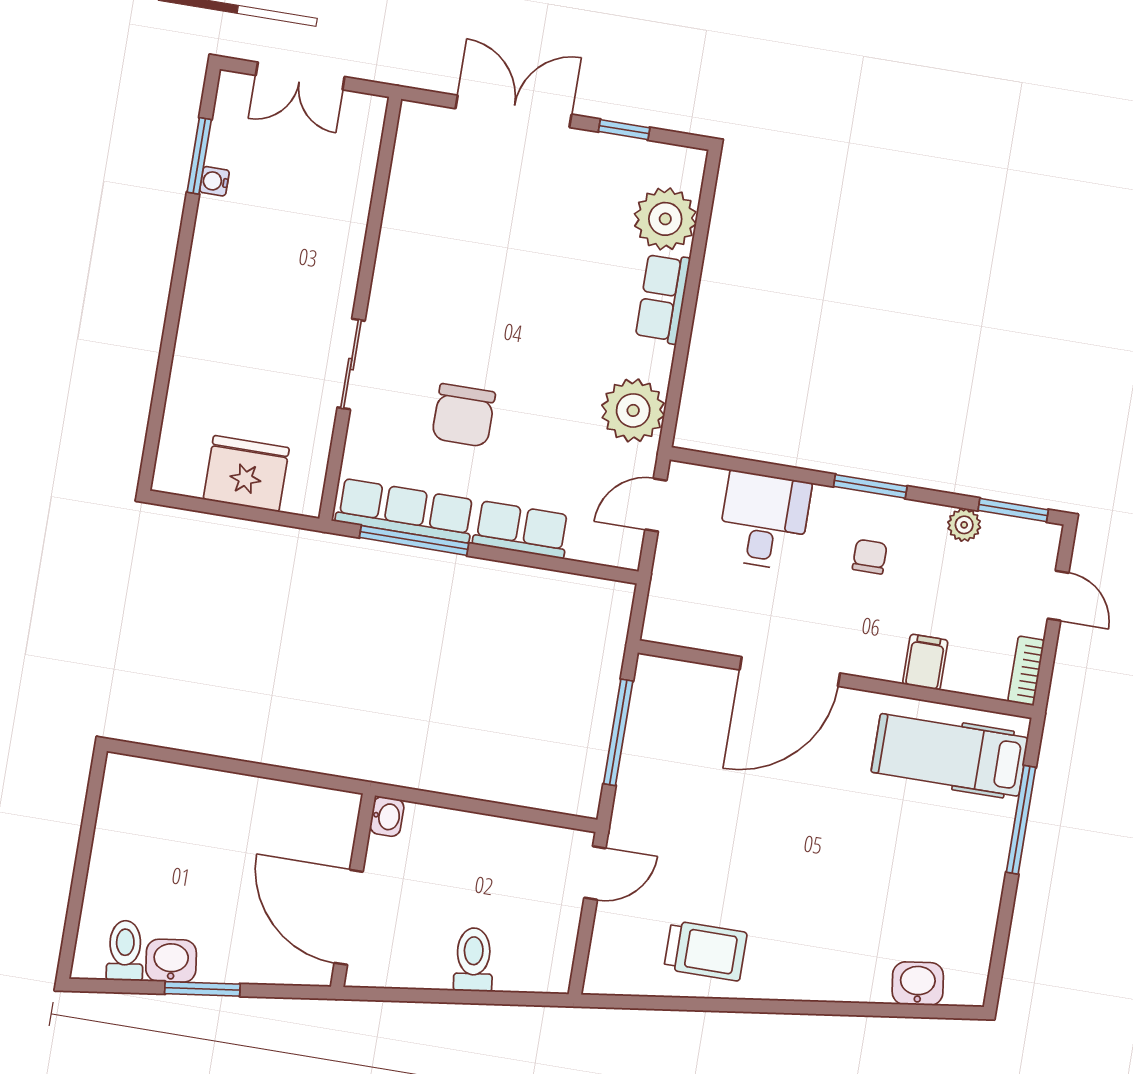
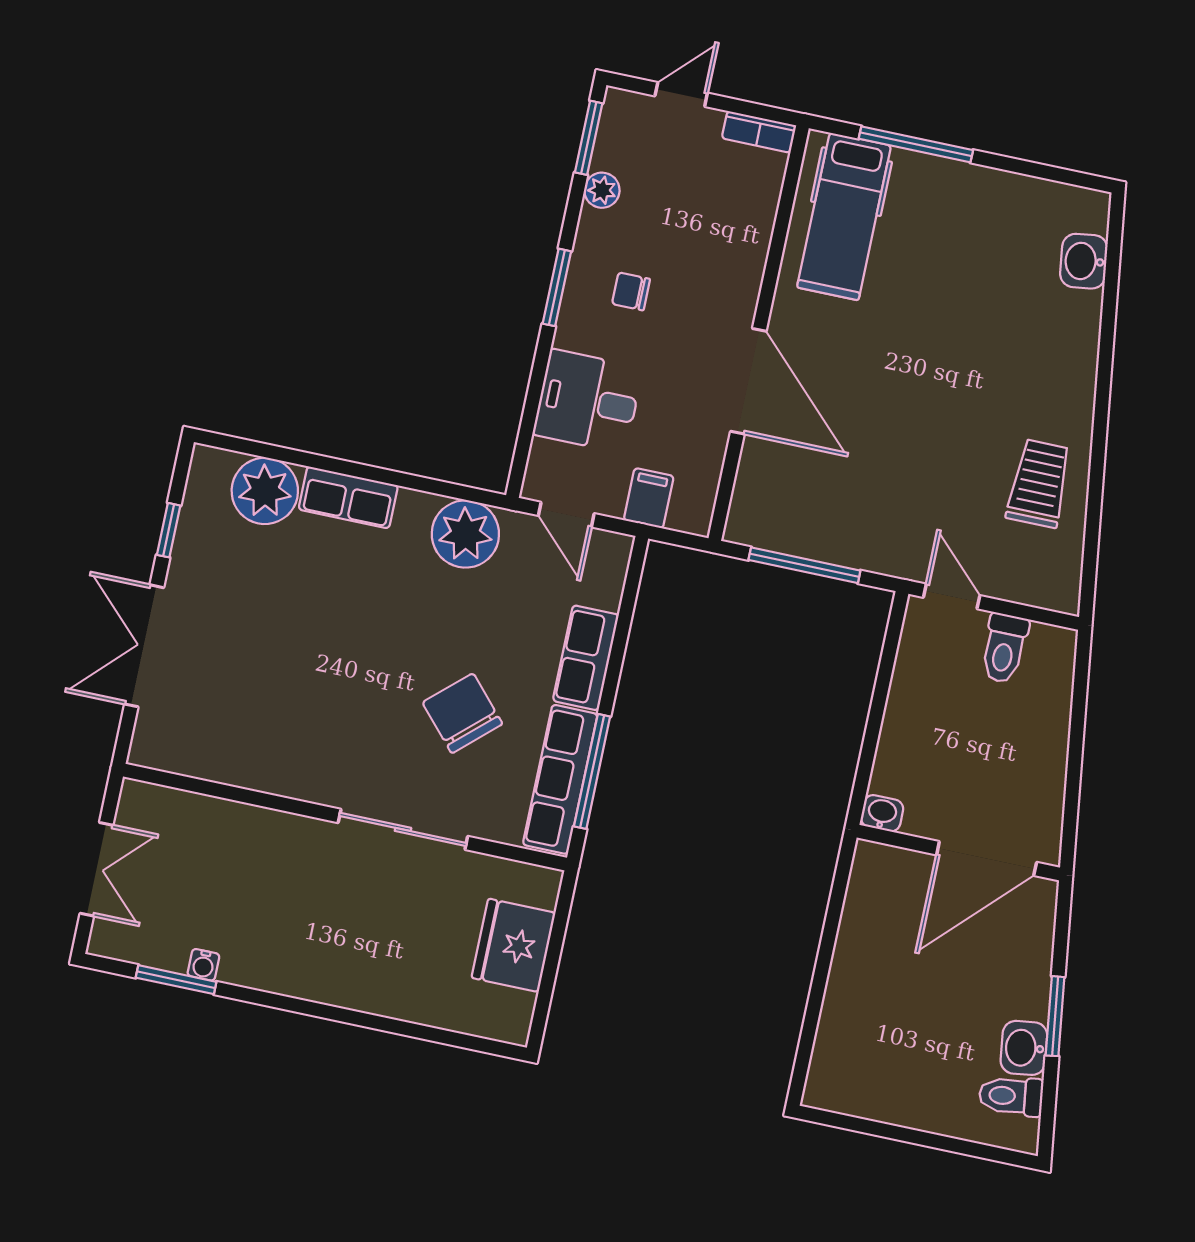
sliding door: (351, 364) -> (403, 829), width x1.37
chair: (464, 415) -> (462, 713), turned -132
filing cabinet: (925, 662) -> (649, 498), moved, turned 90
toilet: (473, 960) -> (1004, 648), moved, turned -82

